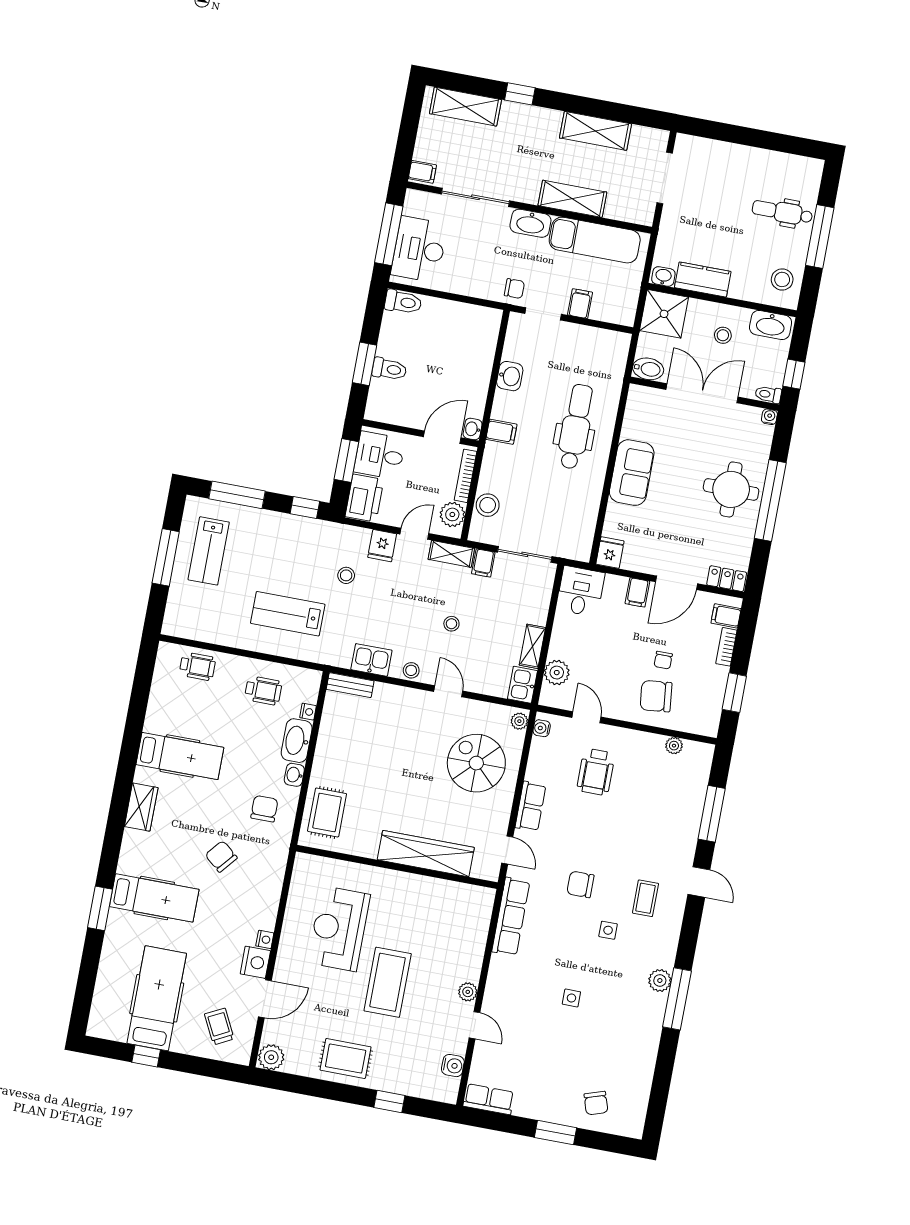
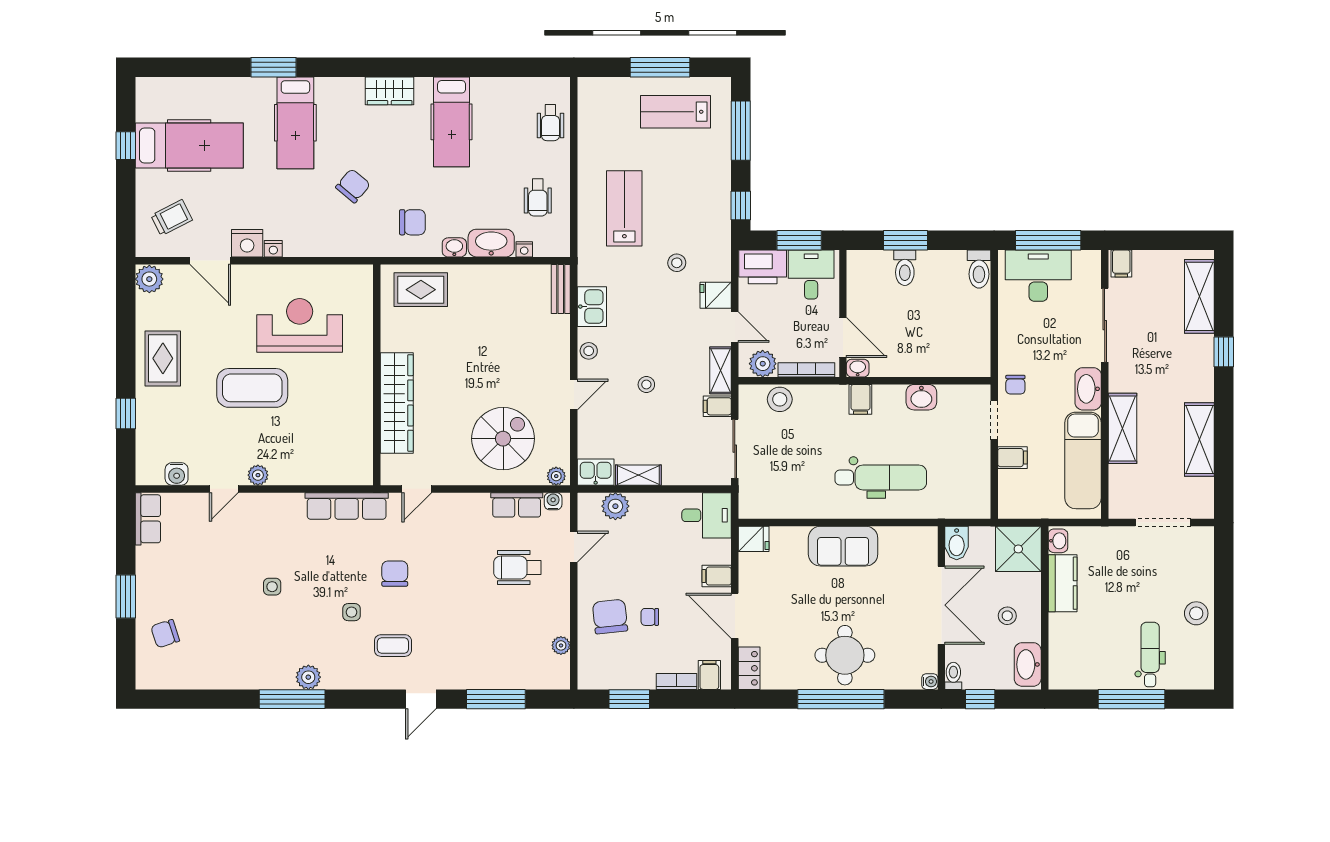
stool: (782, 279) -> (1196, 613), moved
row of seats: (530, 806) -> (517, 505), moved

